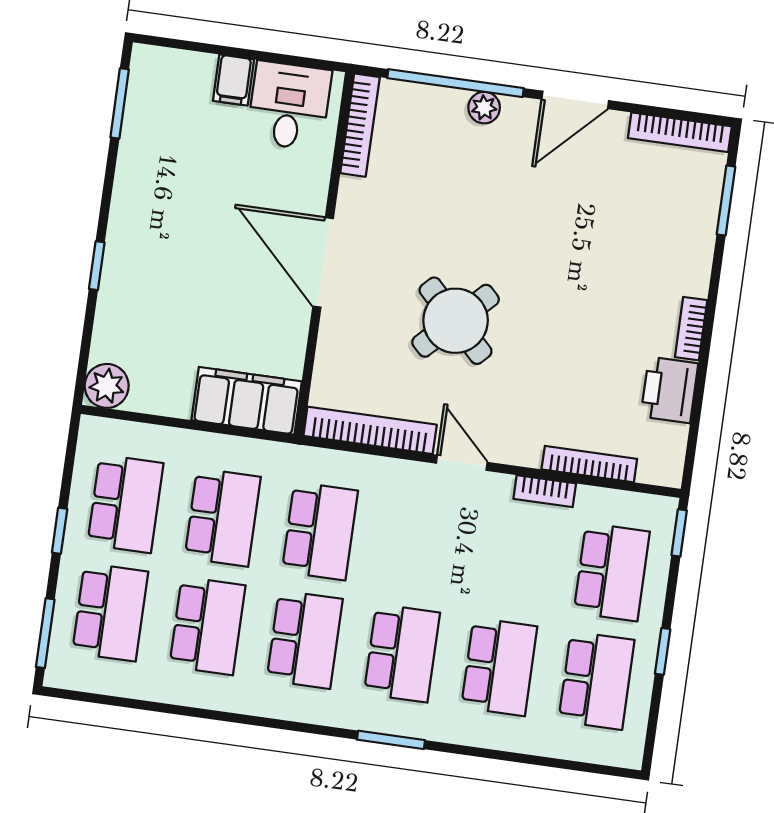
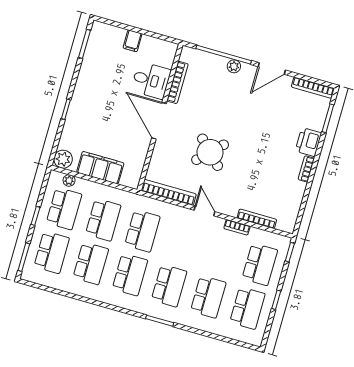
desk: (289, 106) -> (151, 80), moved, turned 90
bookcase: (360, 125) -> (177, 82), moved
printer: (669, 390) -> (308, 142), moved
filing cabinet: (247, 401) -> (100, 168), moved
plant: (128, 435) -> (69, 180), added

